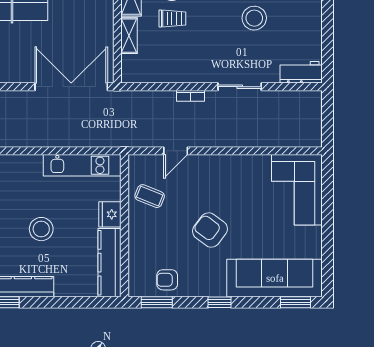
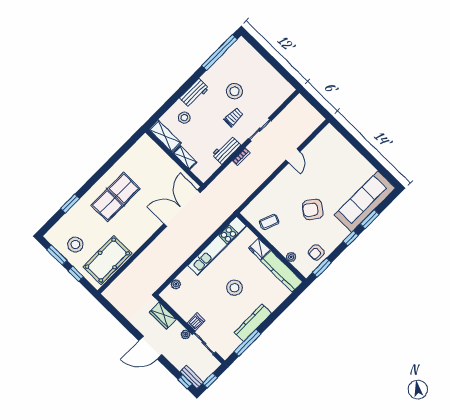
trolley: (172, 19) -> (234, 117), moved
workbench: (301, 72) -> (226, 150), moved
door: (176, 151) -> (293, 156), moved
kitchen unit: (82, 165) -> (217, 246), width x1.36
corner sofa: (297, 190) -> (334, 150), removed
plant: (135, 257) -> (291, 257), added
window: (296, 302) -> (370, 219), moved

